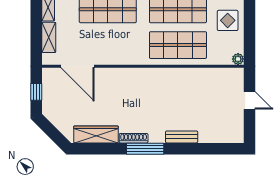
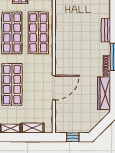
door: (78, 66) -> (54, 88), moved

